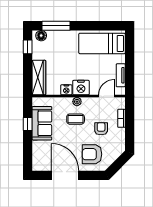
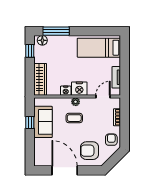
armchair: (101, 129) -> (111, 140), moved

